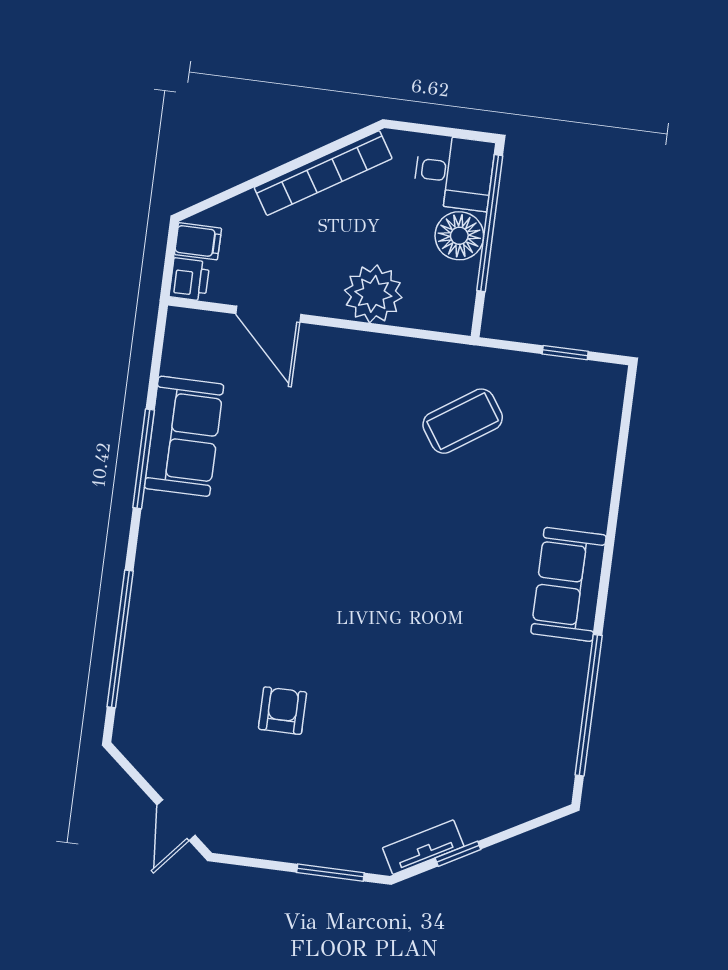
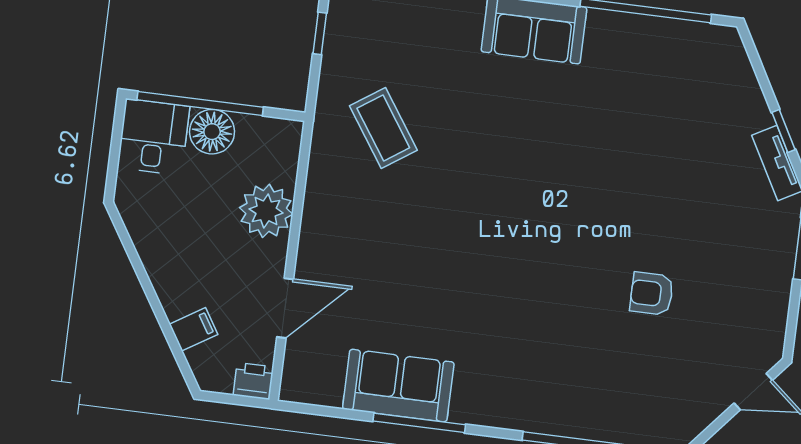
bookcase: (323, 173) -> (154, 258), removed
filing cabinet: (198, 241) -> (193, 329), moved, turned 58

